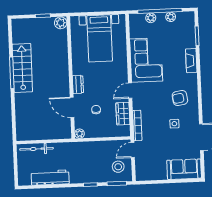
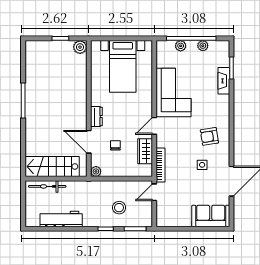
fireplace: (191, 61) -> (224, 81), moved
stairs: (22, 68) -> (52, 166), moved, turned -90
stool: (118, 167) -> (119, 208), moved

